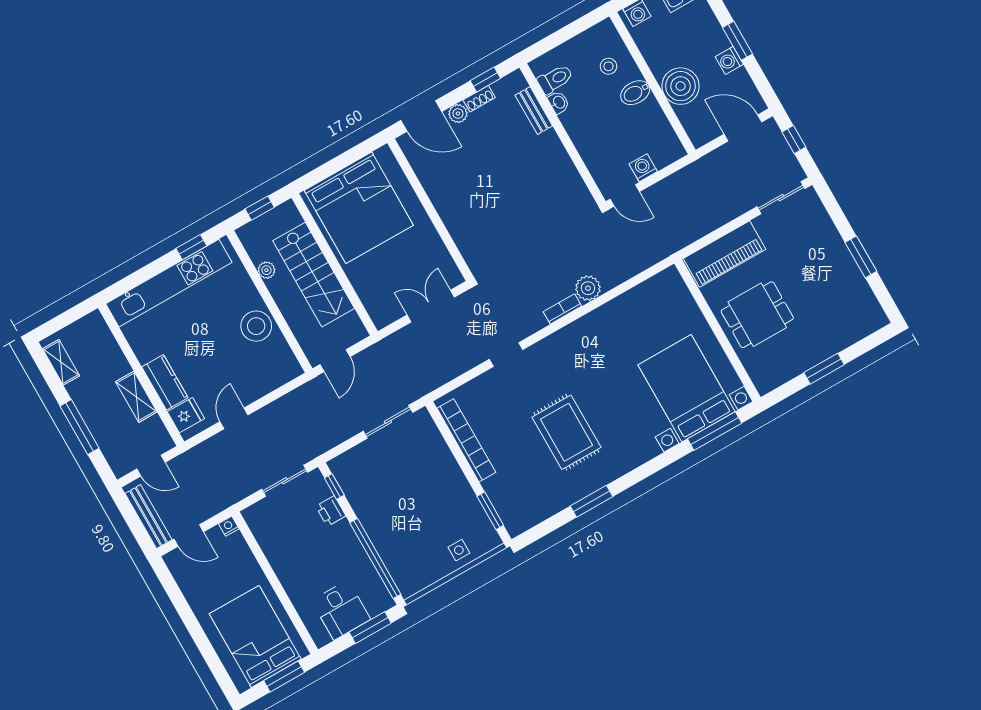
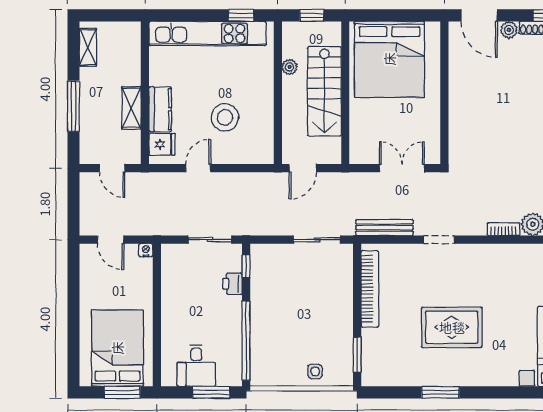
stool: (256, 326) -> (225, 117), moved
rug: (566, 432) -> (452, 327), turned 90
bench: (149, 517) -> (384, 228), moved, turned 90

